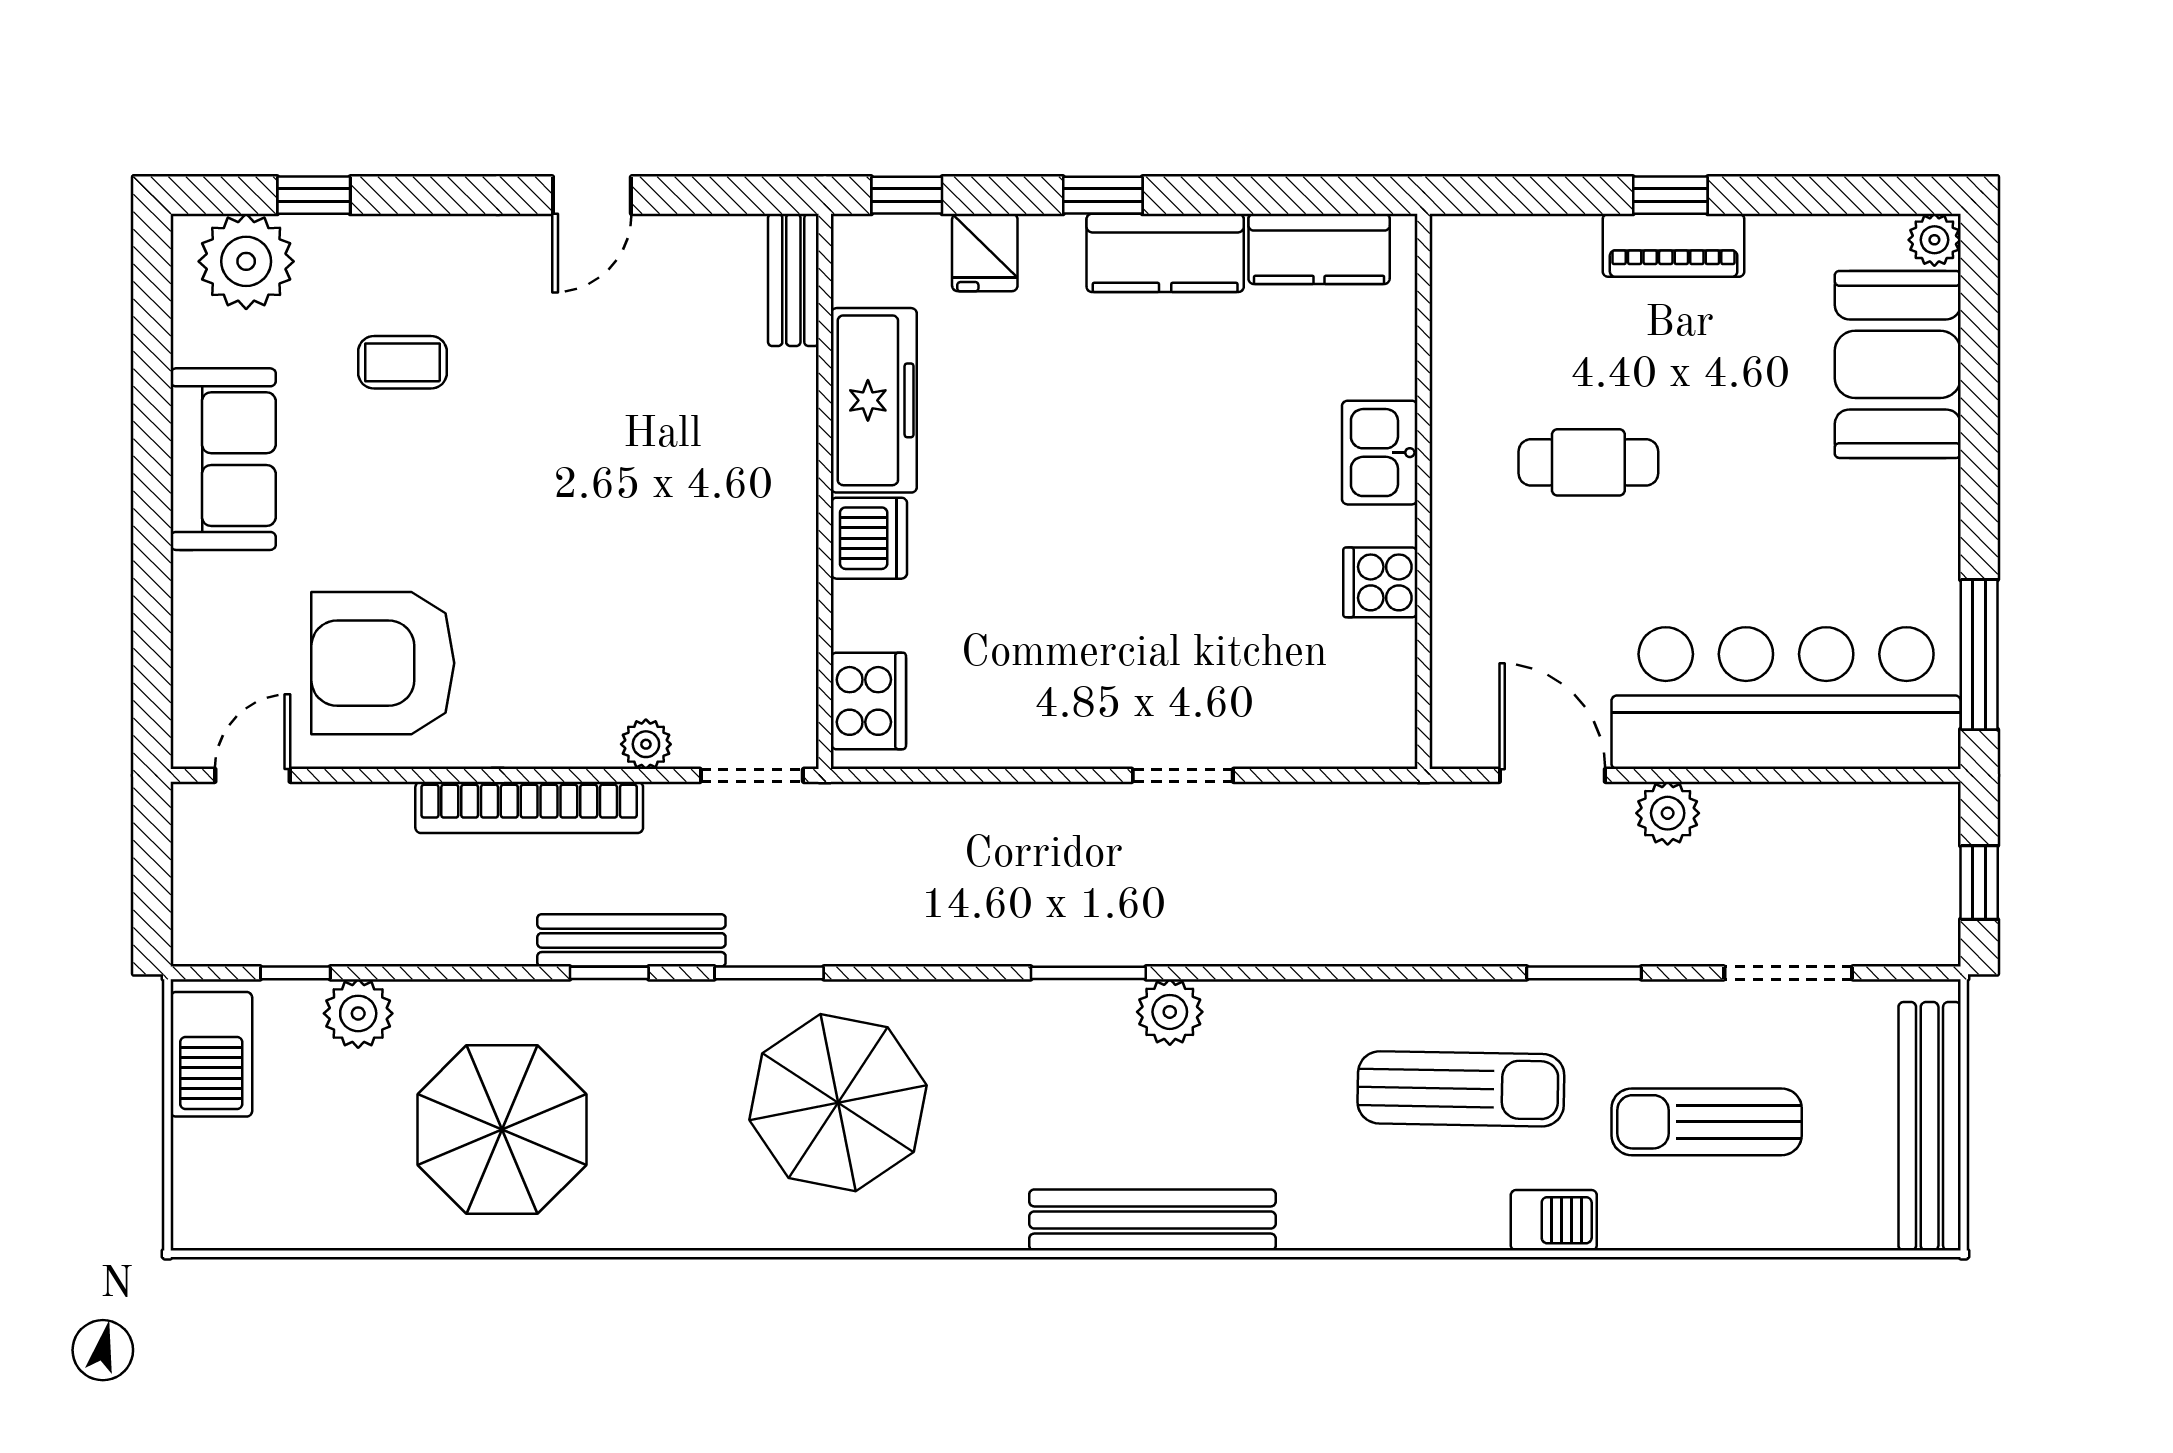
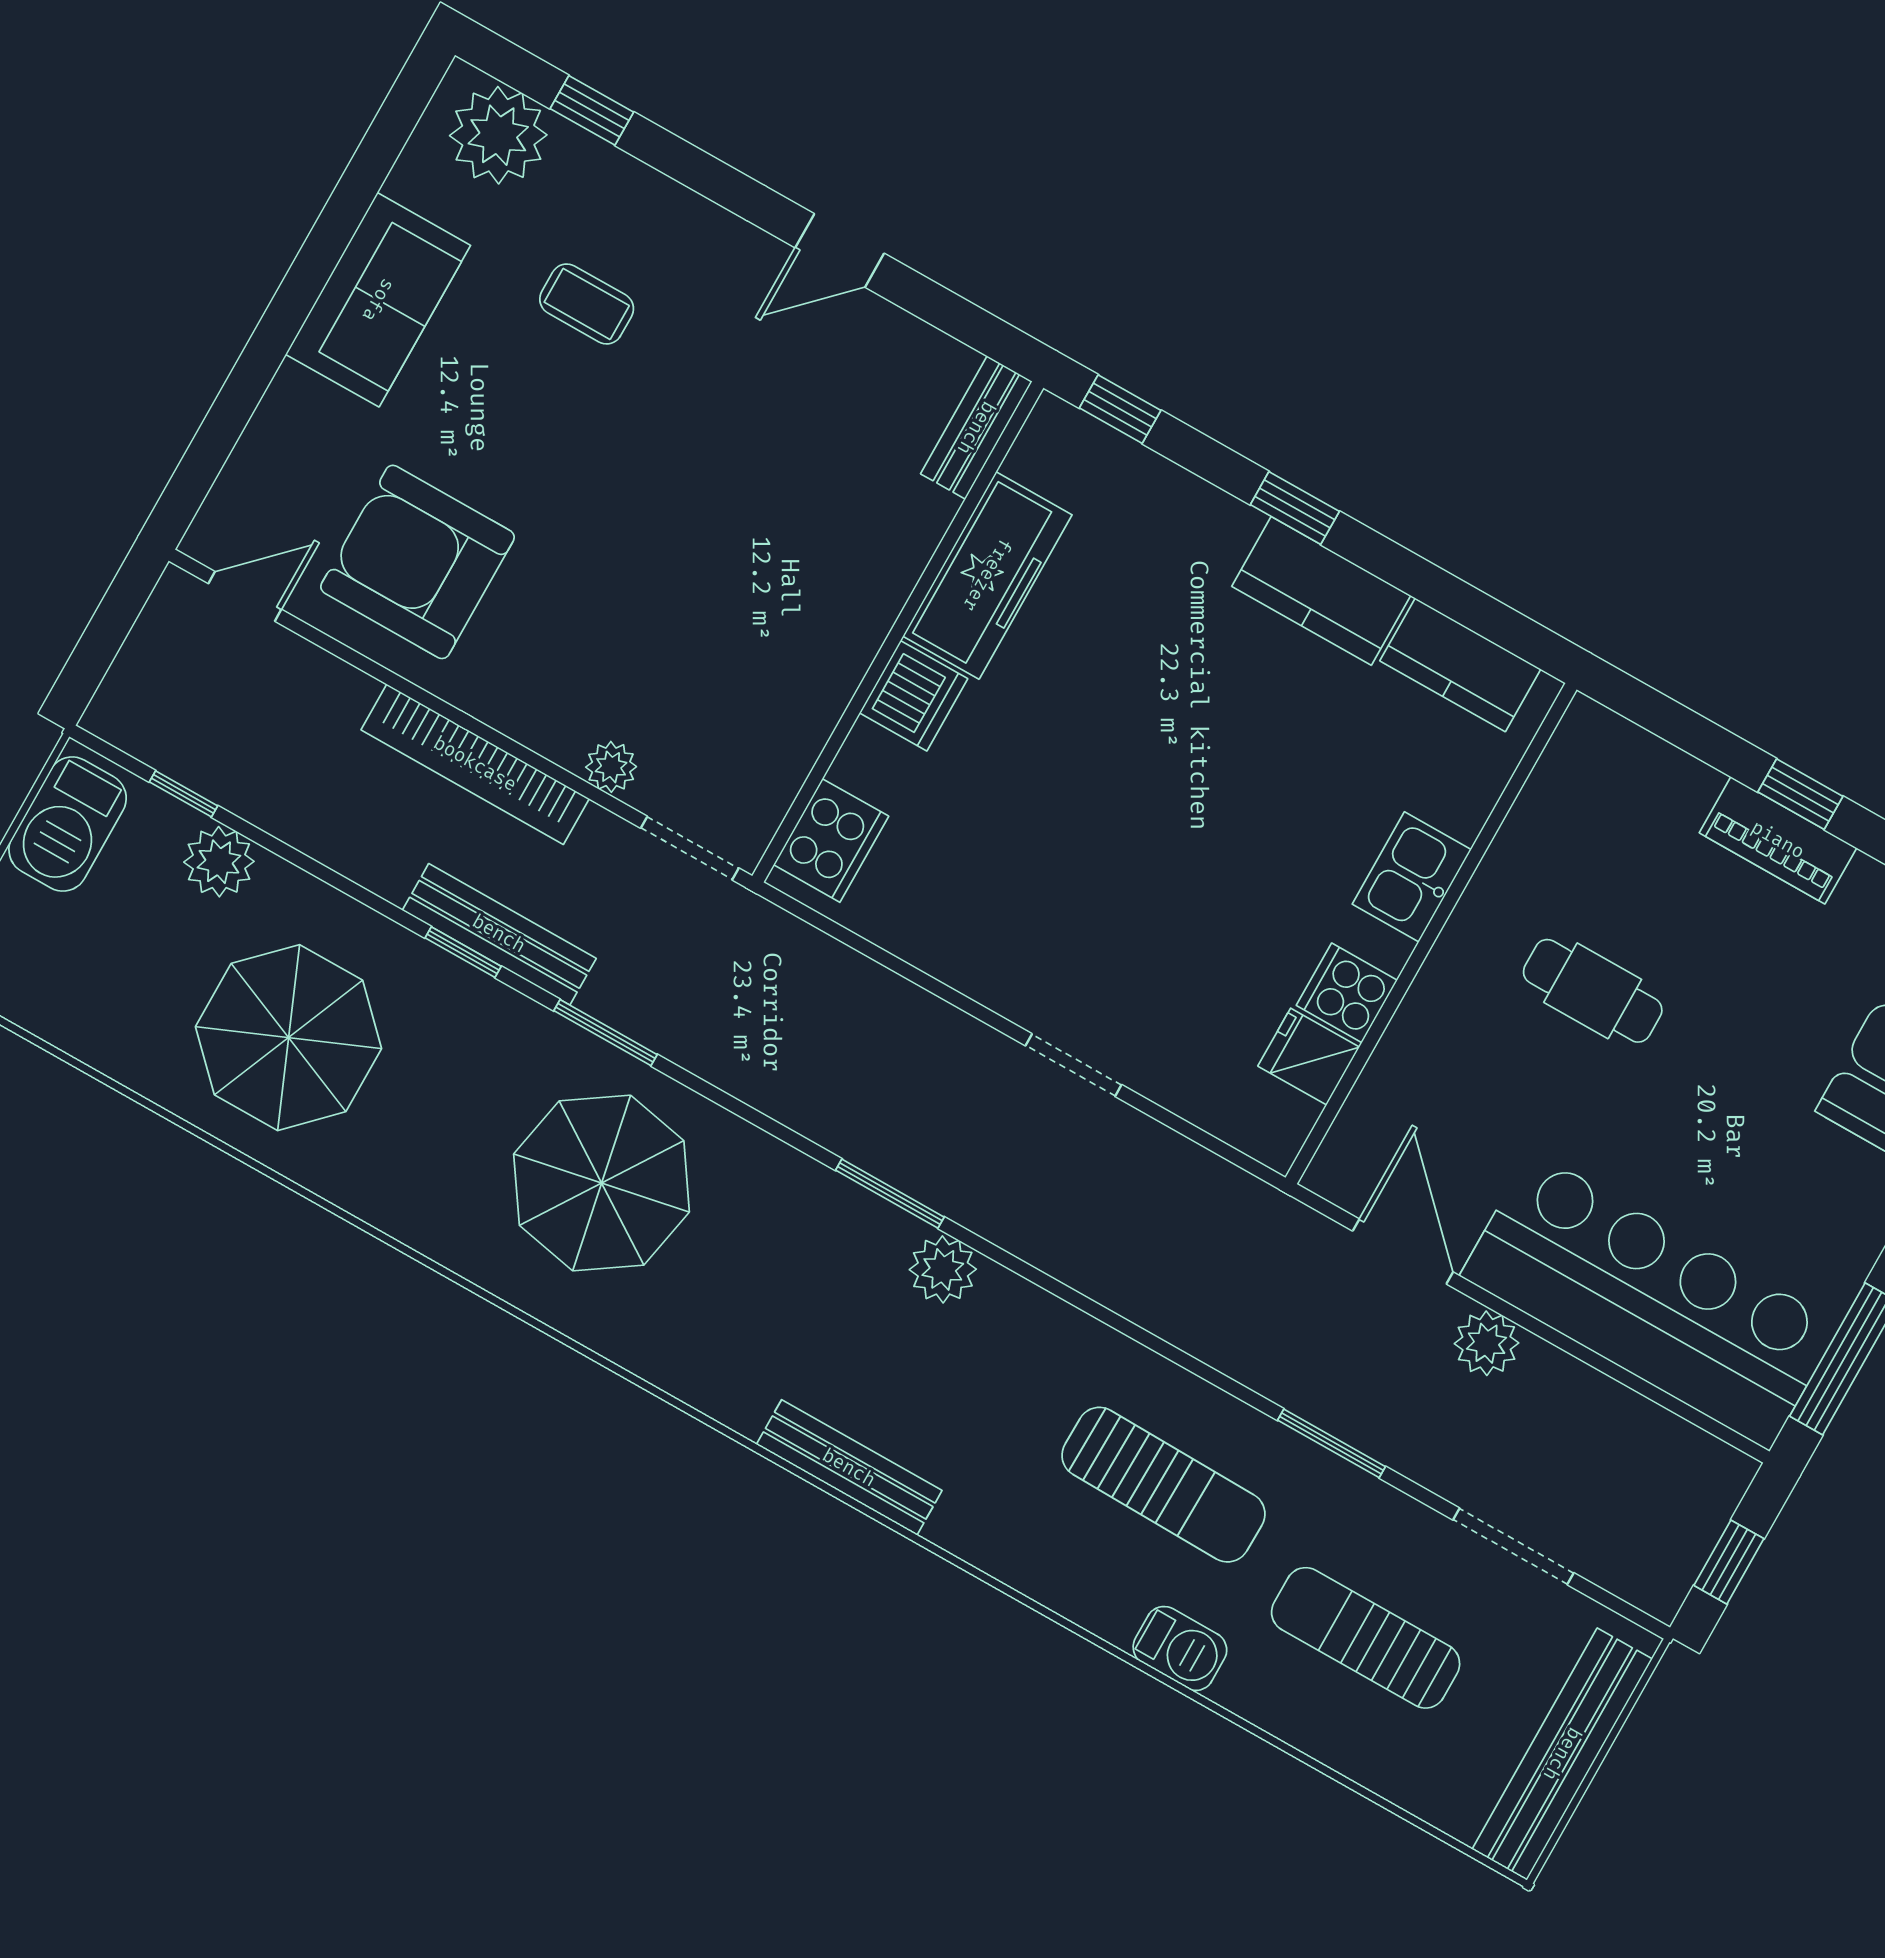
fridge: (985, 252) -> (1309, 1057), moved, turned 90
bench: (1152, 1220) -> (849, 1468), width x0.73, depth x0.82

